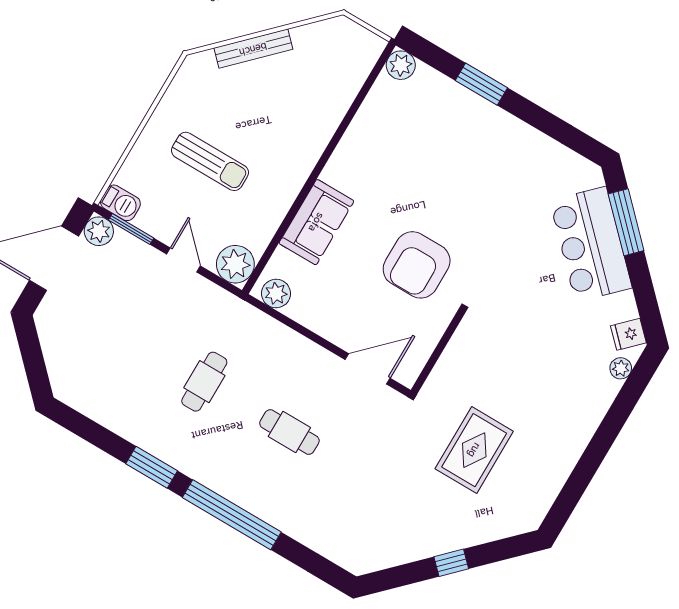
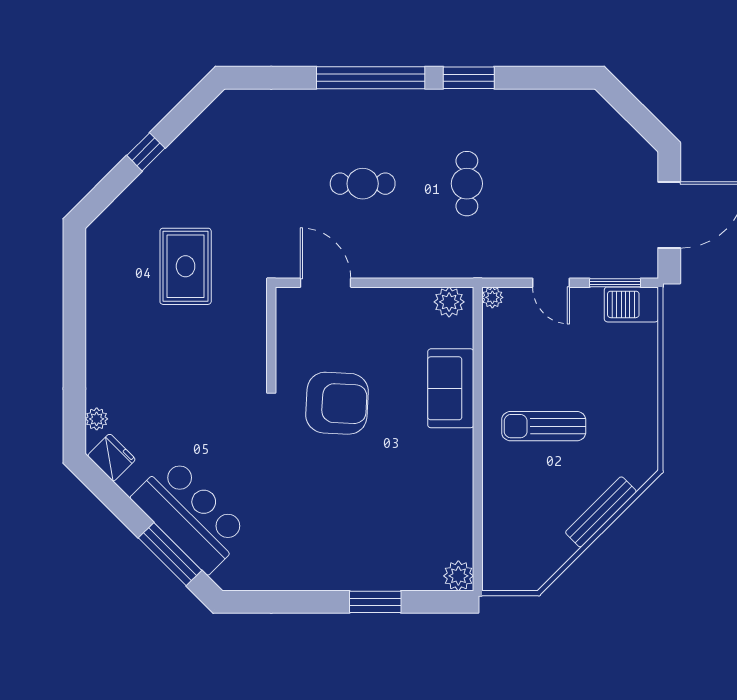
sun lounger: (210, 161) -> (544, 426), moved
barbecue: (120, 203) -> (631, 304), width x1.38, depth x1.27
plant: (99, 231) -> (643, 263), removed
plant: (235, 264) -> (492, 297), width x0.53, depth x0.53
armchair: (417, 265) -> (337, 403), turned 93
fridge: (628, 334) -> (112, 458), width x1.38
door: (368, 369) -> (326, 283), swing flipped

